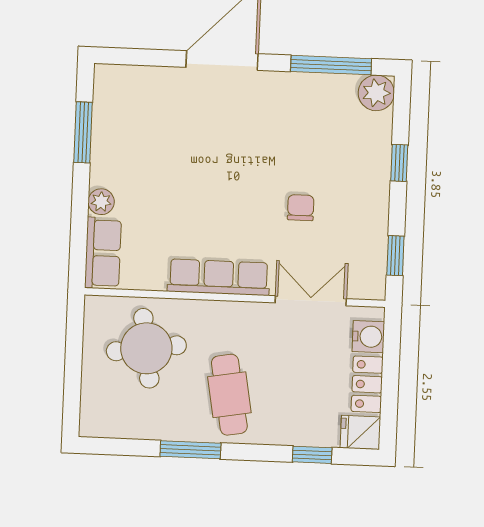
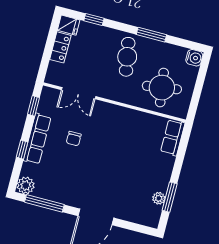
plant: (101, 202) -> (159, 198), moved
row of seats: (219, 277) -> (37, 139), moved, turned -90
water cooler: (368, 337) -> (194, 58), moved, turned 180

